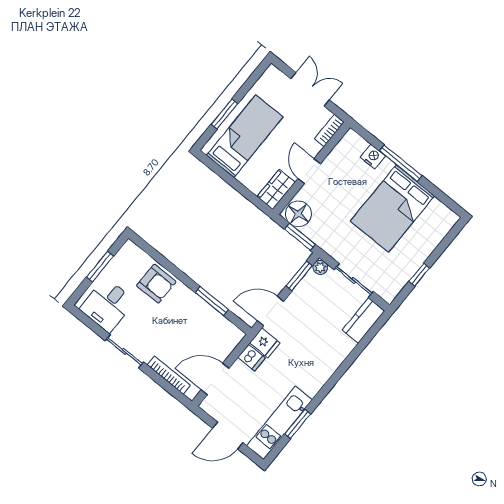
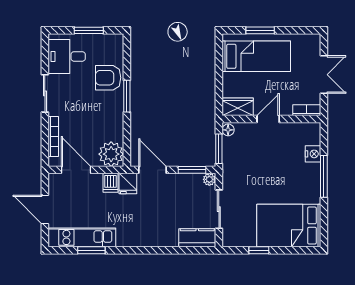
bed: (392, 209) -> (289, 226), moved
floor lamp: (298, 214) -> (228, 130), width x0.53, depth x0.53
armchair: (156, 284) -> (108, 78), turned 90
window: (212, 301) -> (127, 96), moved
plant: (226, 336) -> (111, 154), added

